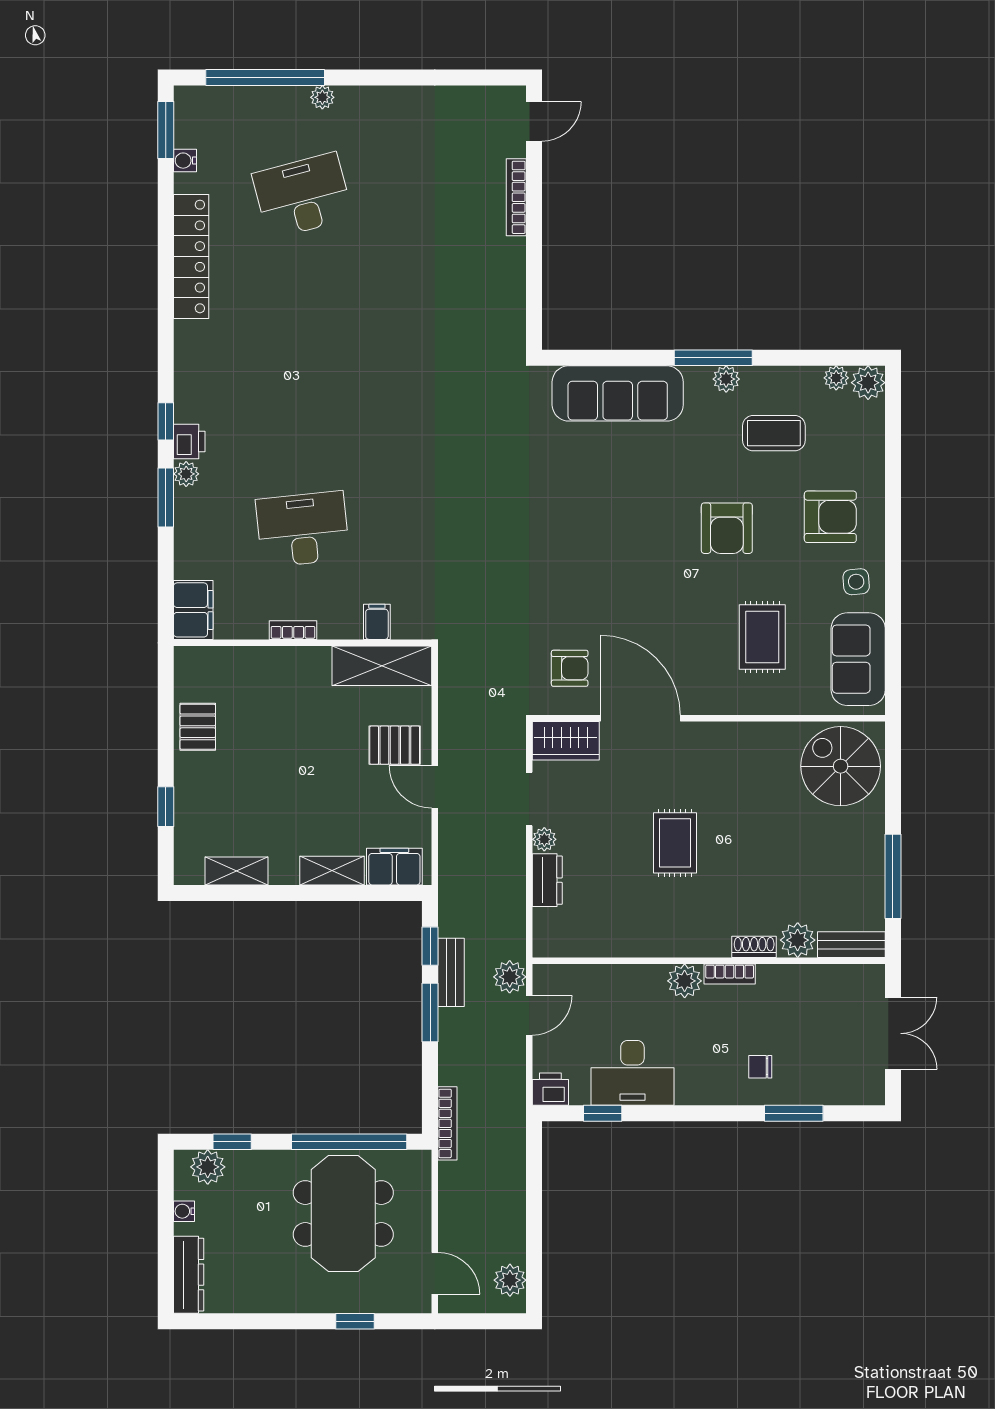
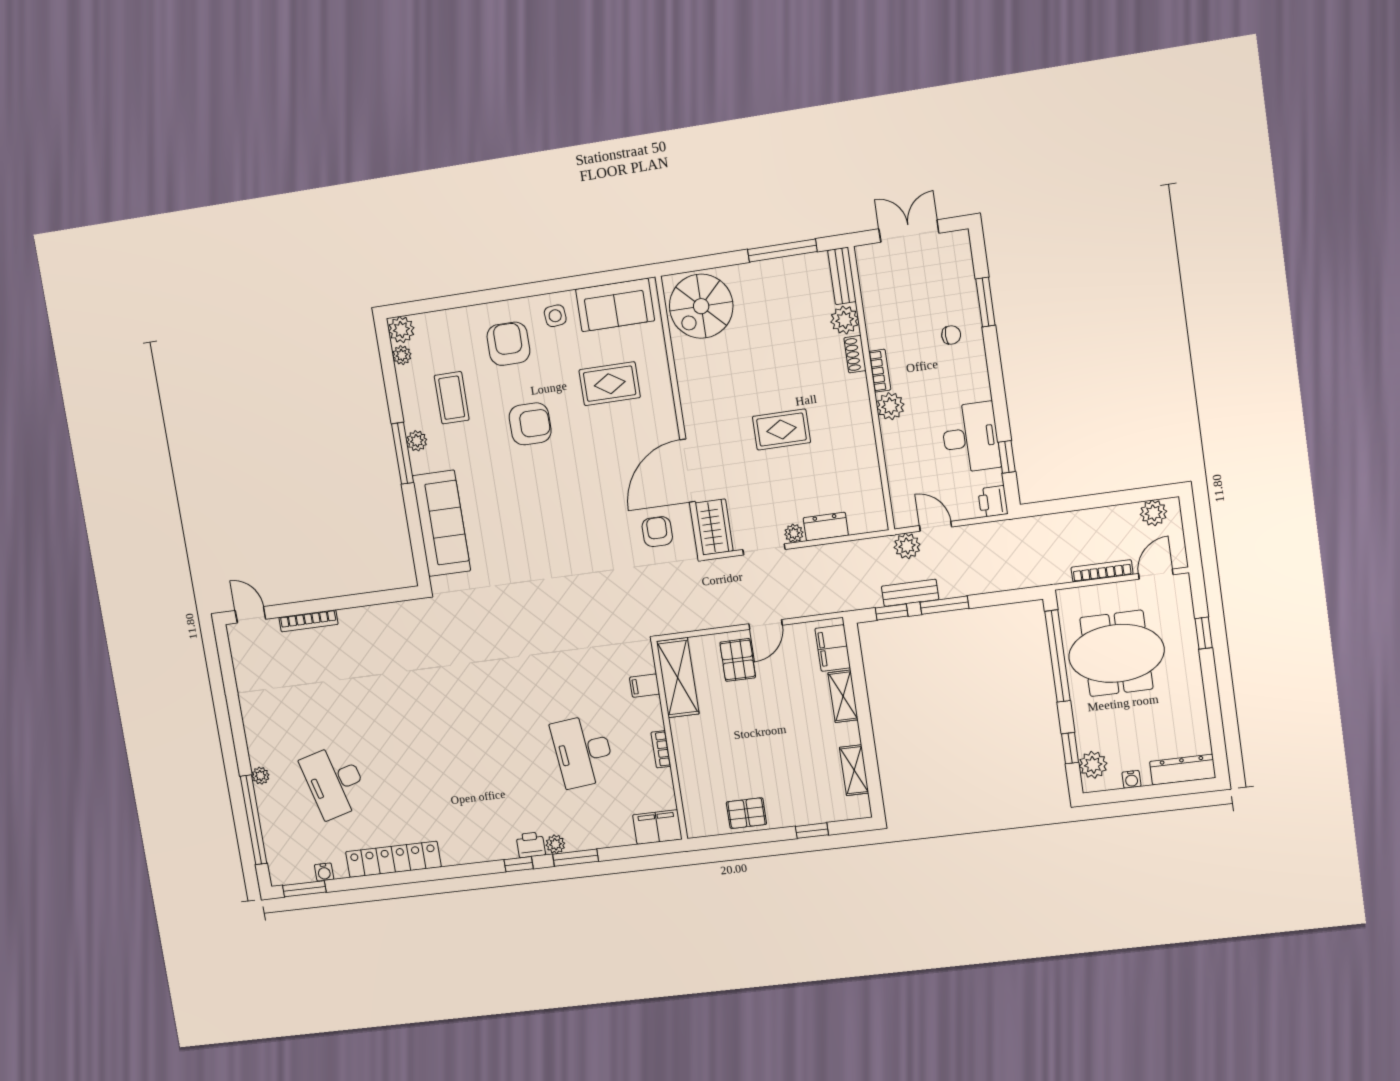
chair: (760, 1067) -> (951, 335), turned -90
bookcase: (447, 1123) -> (1102, 571), moved

